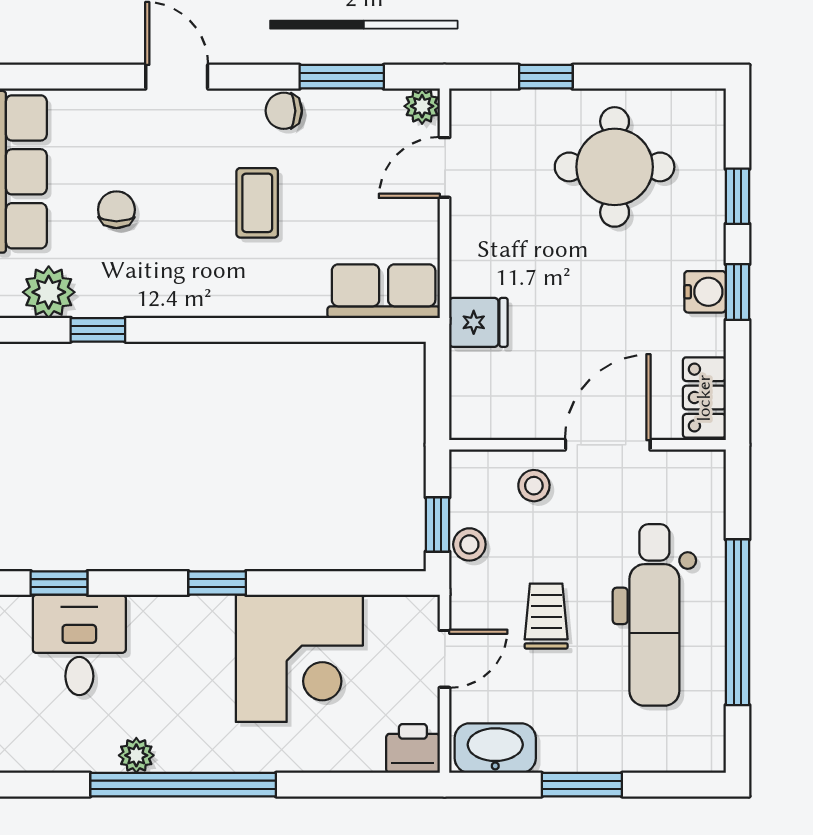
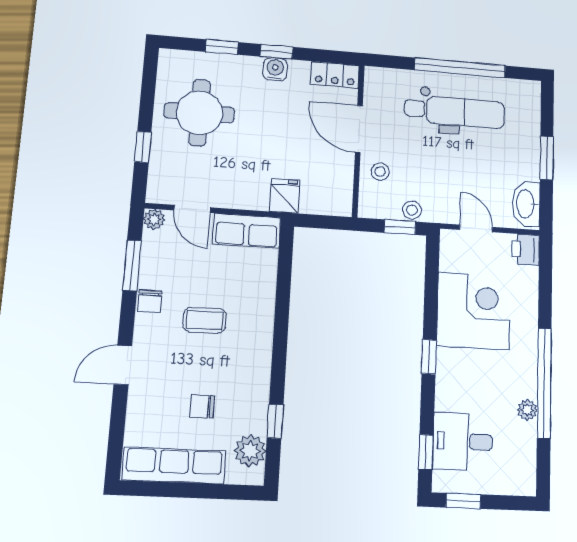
row of seats: (384, 291) -> (247, 231), moved, turned -90
trolley: (546, 616) -> (454, 170), removed

